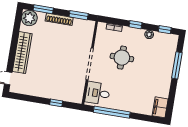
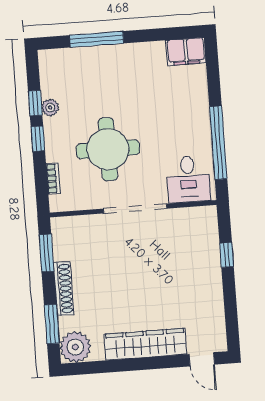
window: (165, 30) -> (35, 103), moved
round table: (122, 58) -> (108, 149), width x1.36, depth x1.36

